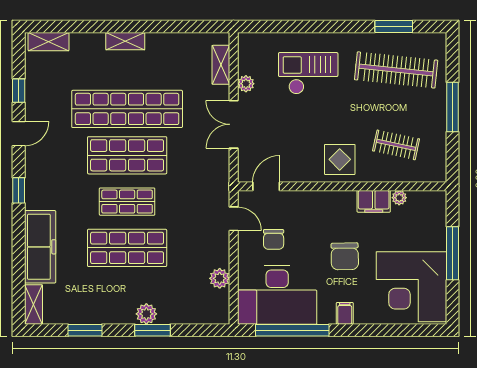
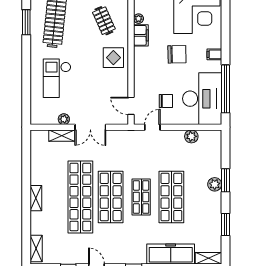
shelving: (221, 65) -> (62, 136), moved
clothes rail: (396, 145) -> (104, 21), turned -36

